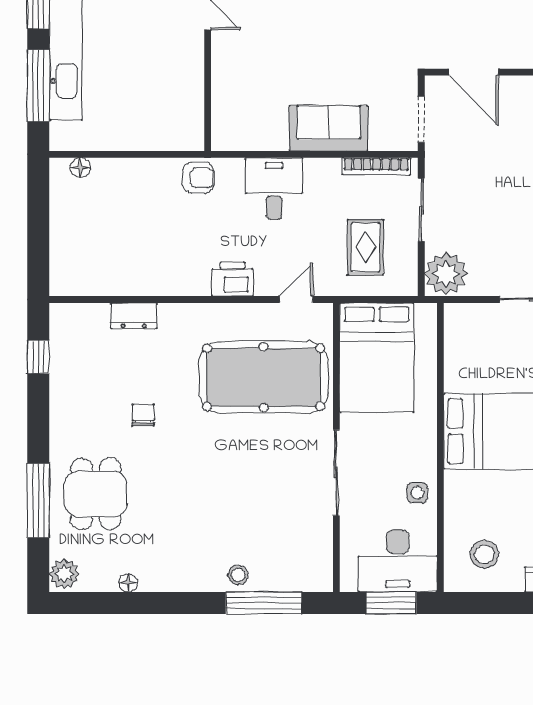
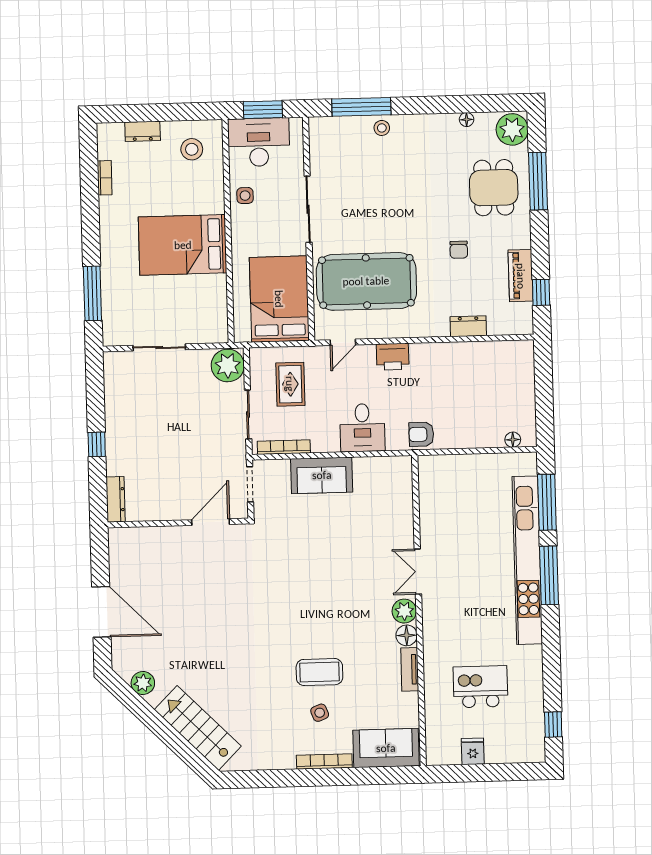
door: (474, 72) -> (211, 522), hinge flipped
piano: (64, 379) -> (521, 276), added
plant: (64, 574) -> (512, 129), width x1.36, depth x1.36

